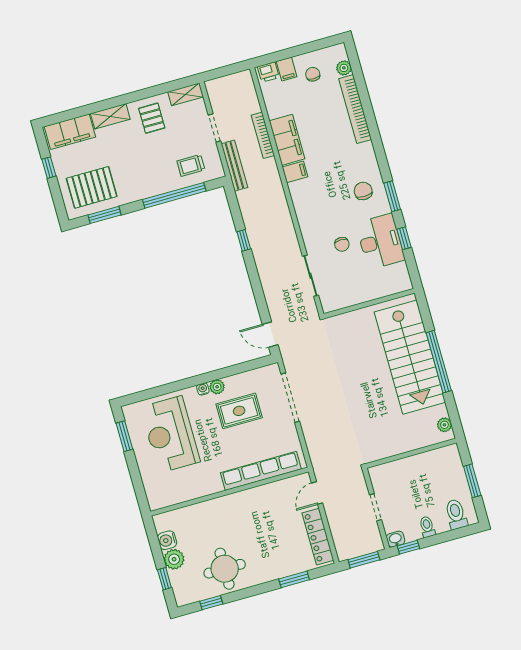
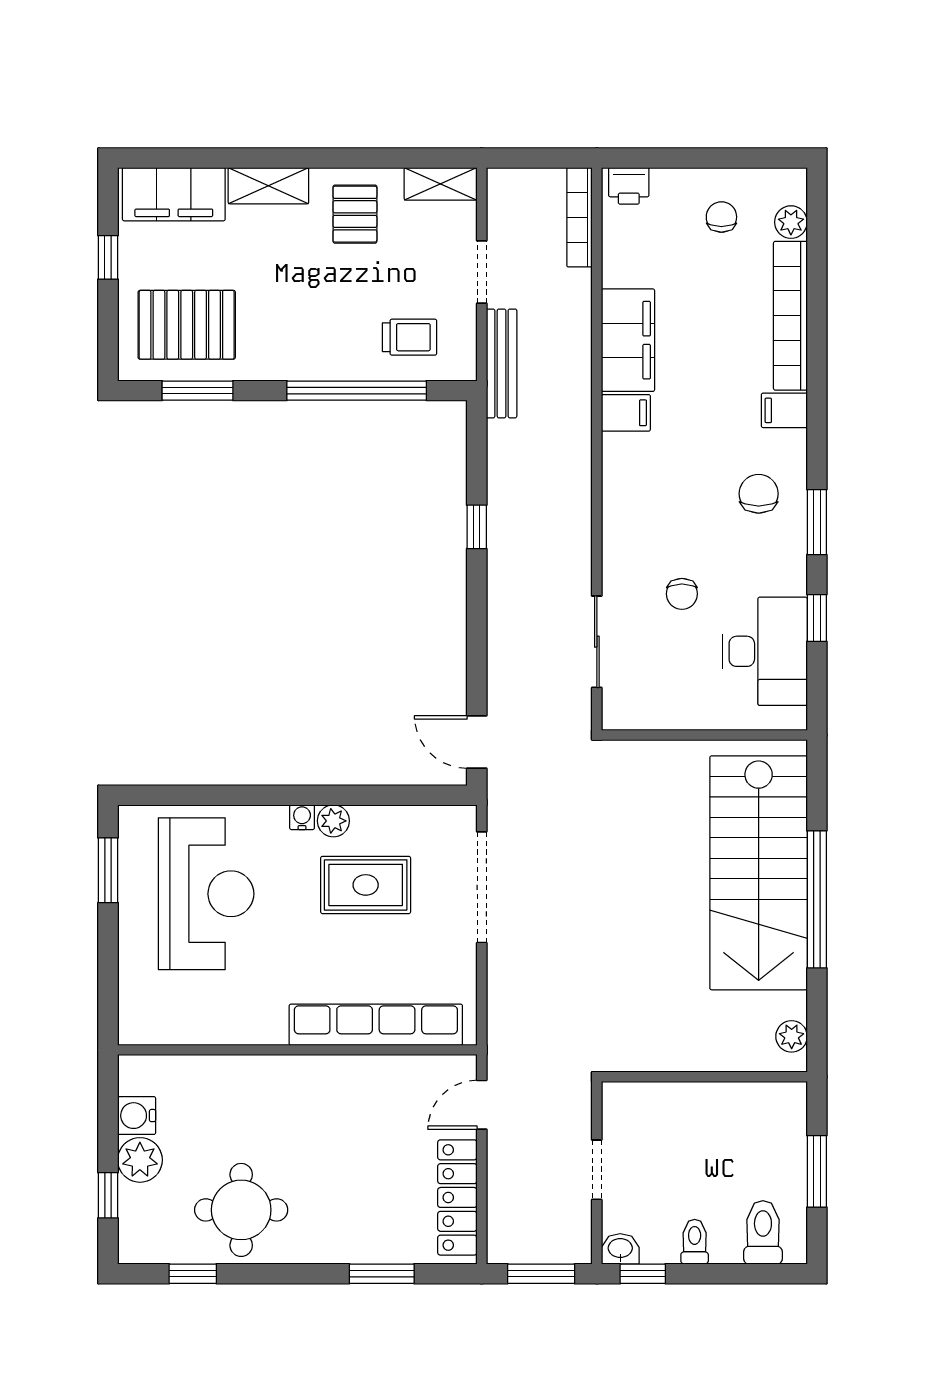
filing cabinet: (287, 69) -> (784, 410), moved, turned 90
bookcase: (263, 135) -> (580, 217), moved
trolley: (191, 165) -> (410, 337), turned 180
desk: (380, 241) -> (765, 651), moved
reception desk: (170, 434) -> (206, 894), turned 180

